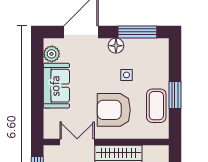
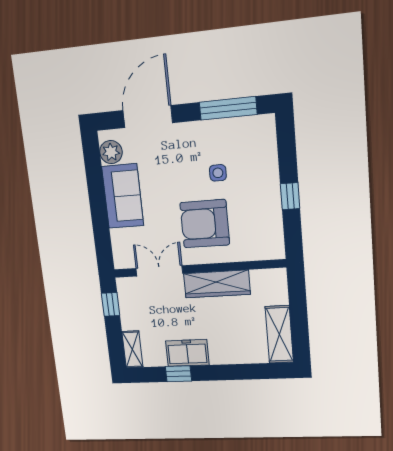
floor lamp: (116, 46) -> (199, 132), removed
window: (175, 95) -> (290, 196), width x0.67
coffee table: (156, 106) -> (264, 213), removed

